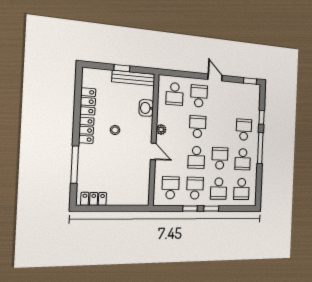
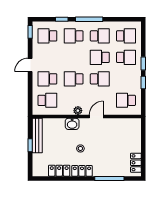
washbasin: (146, 108) -> (72, 124), moved
school desk: (195, 188) -> (47, 36), moved

